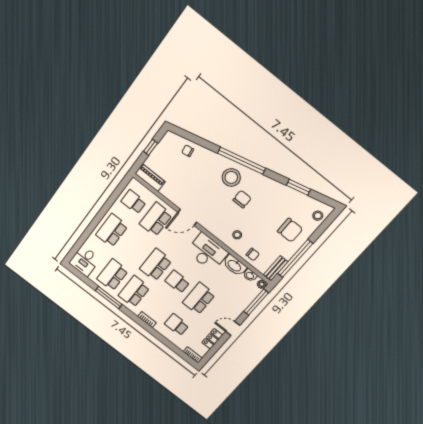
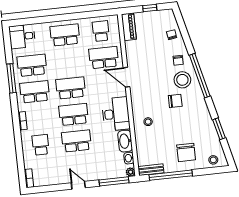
chair: (253, 254) -> (178, 60), moved
school desk: (177, 282) -> (74, 114), width x1.85
locker: (212, 339) -> (56, 179), removed

